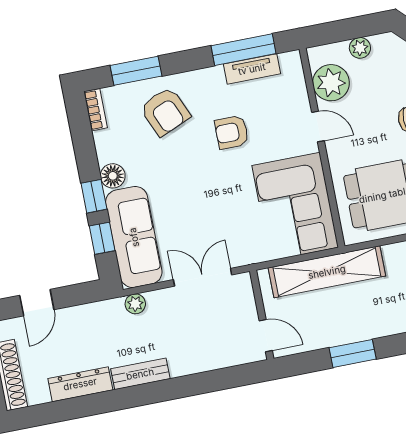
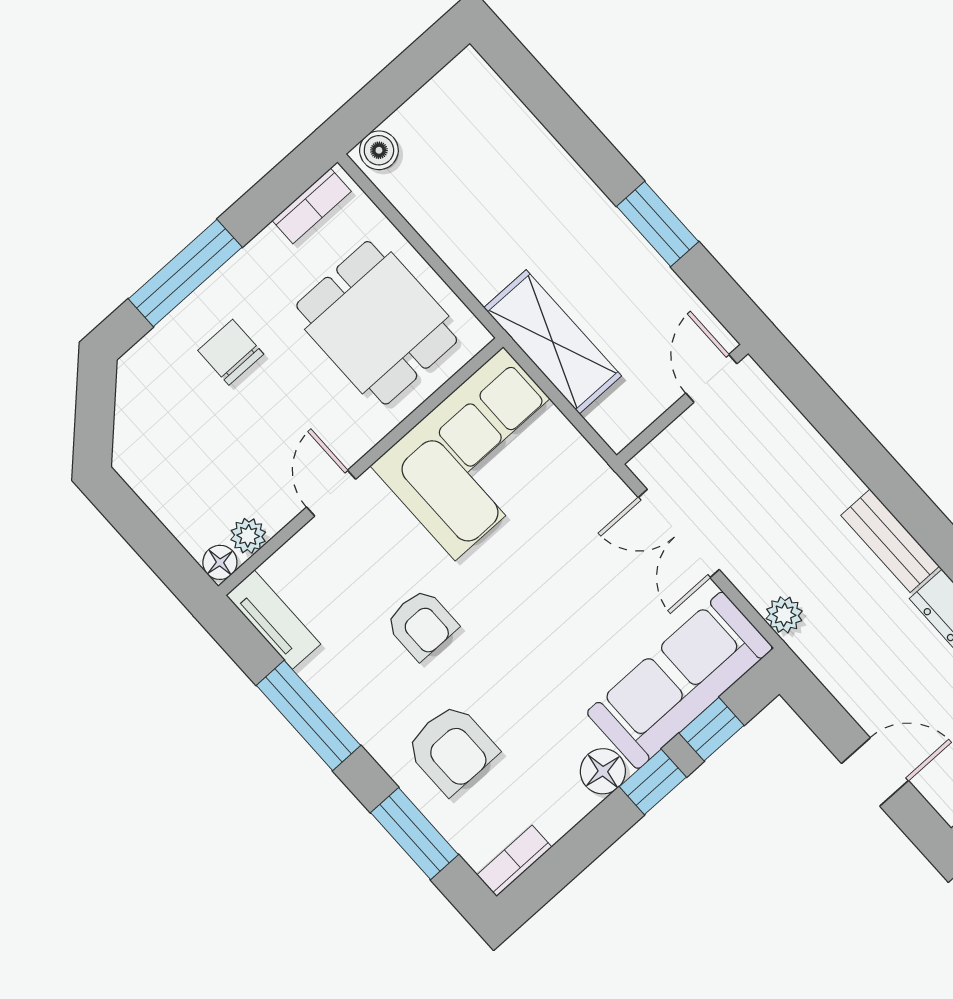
plant: (360, 48) -> (167, 501), removed
window: (244, 50) -> (308, 715), moved
floor lamp: (317, 55) -> (220, 562), added
tv unit: (252, 69) -> (273, 620), moved
plant: (331, 83) -> (248, 536), width x0.53, depth x0.53
armchair: (165, 112) -> (452, 749), turned 113
shelving: (327, 272) -> (553, 342), width x0.68

